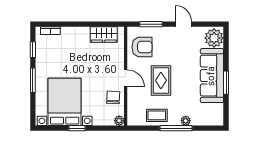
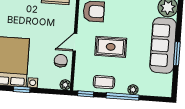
door: (126, 78) -> (75, 42), swing flipped
rug: (161, 80) -> (111, 47), turned 90
window: (140, 128) -> (86, 94), added

